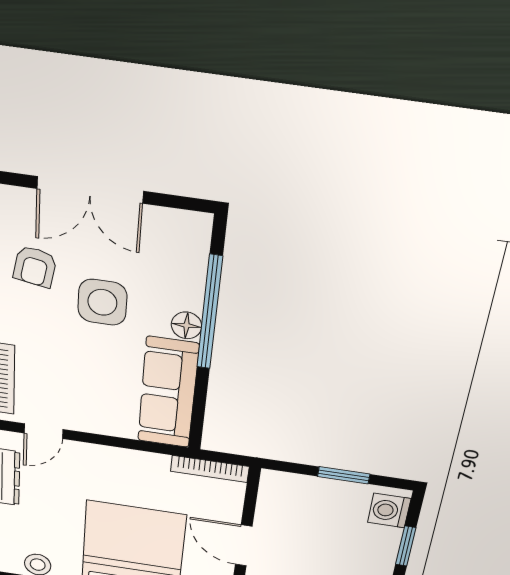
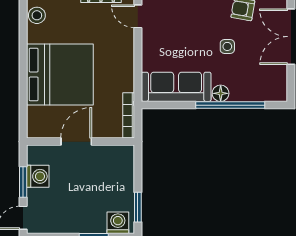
side table: (102, 302) -> (227, 46), width x0.54, depth x0.54
window: (344, 475) -> (138, 207), moved

